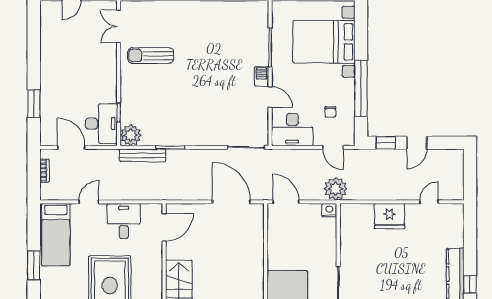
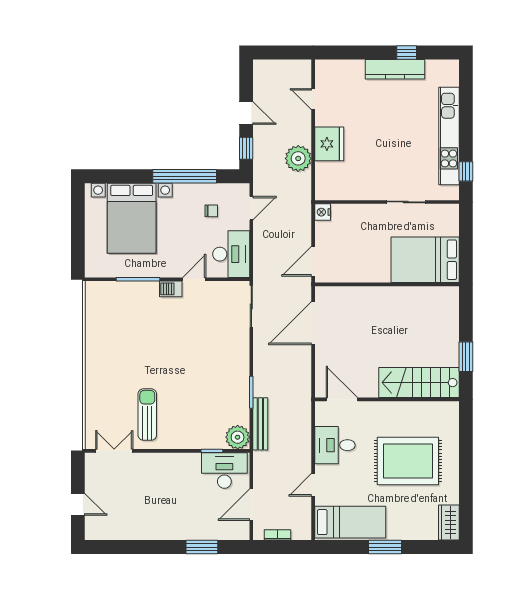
double door: (119, 26) -> (114, 451), swing flipped
sun lounger: (151, 56) -> (147, 415), turned 180
plant: (336, 189) -> (298, 158), moved
door: (89, 202) -> (313, 485), hinge flipped

